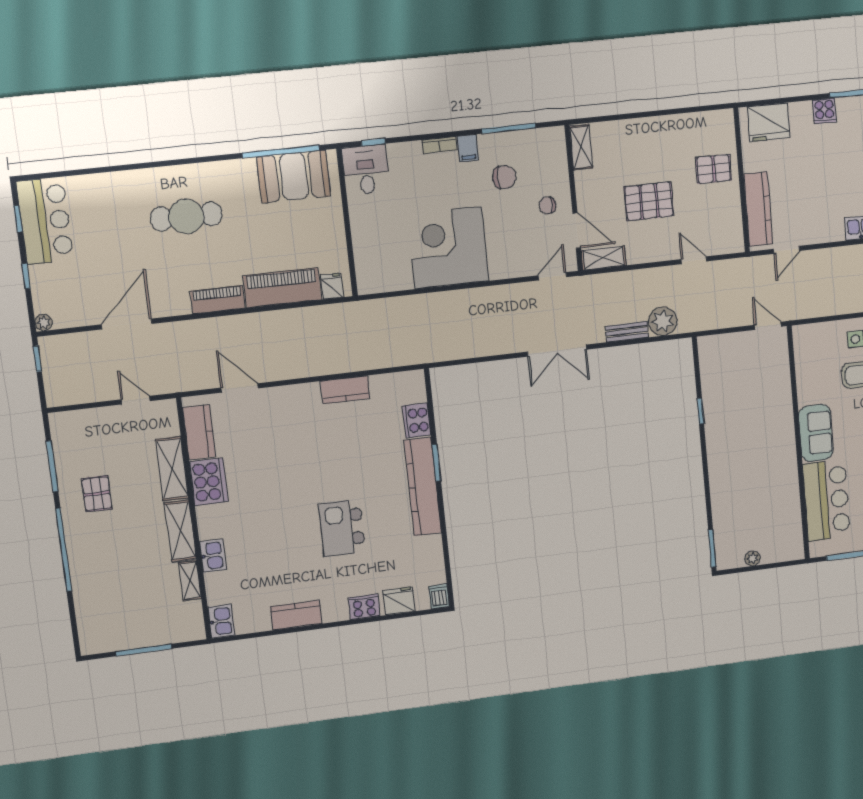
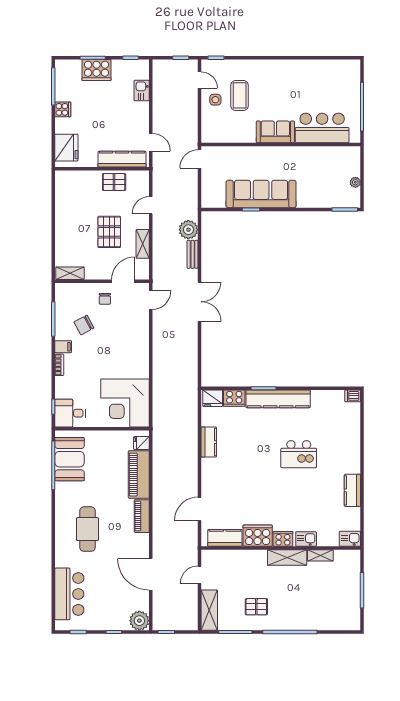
pallet: (714, 169) -> (114, 182), moved, turned 90
chair: (504, 177) -> (84, 325), turned -118
bar counter: (45, 221) -> (69, 594), moved, turned 90
corner desk: (448, 248) -> (125, 403), moved
shelving: (604, 258) -> (143, 244), moved
door: (552, 276) -> (151, 300), swing flipped
plant: (44, 323) -> (139, 621), width x1.87, depth x1.87
sofa: (724, 423) -> (261, 194), added
shelving: (172, 469) -> (209, 610), moved, turned 90
fridge: (399, 601) -> (213, 398), moved, turned -90
cooker: (364, 607) -> (283, 539), moved, turned 90

